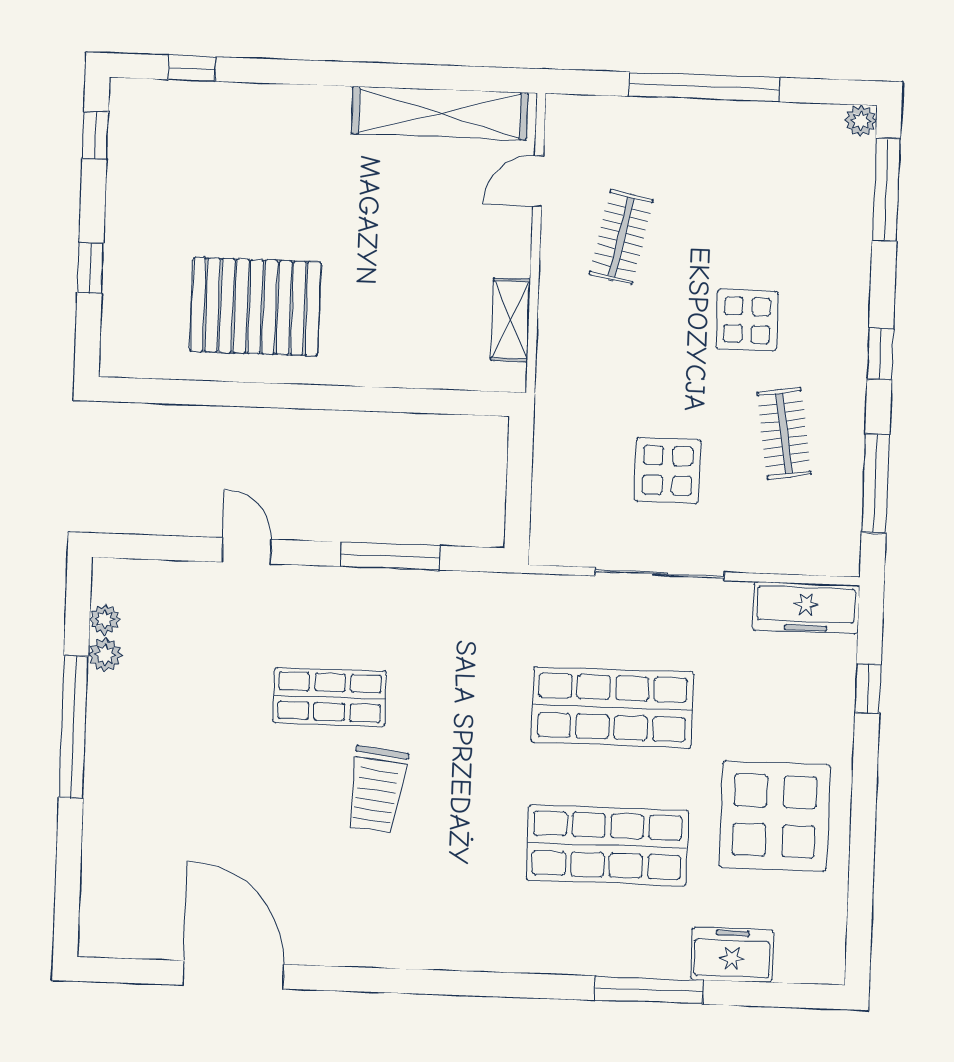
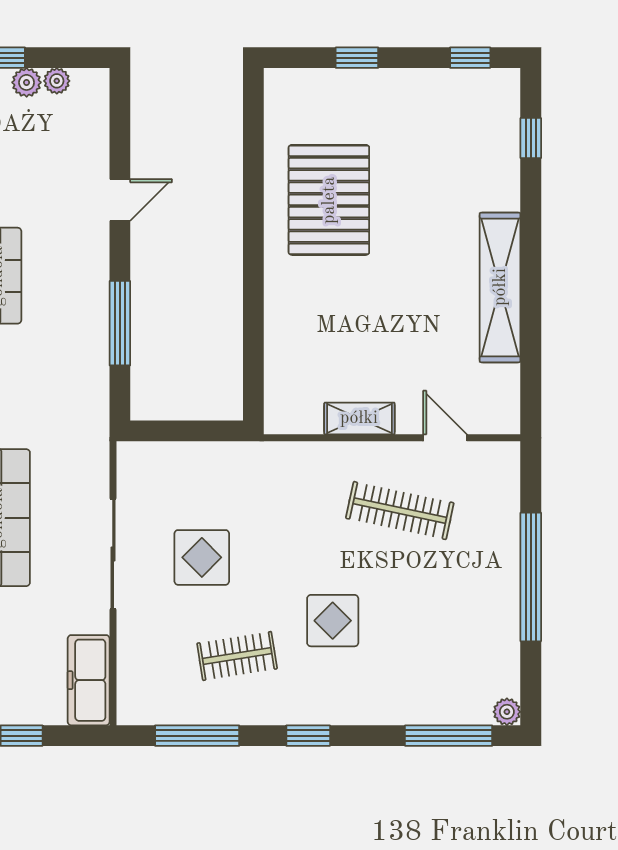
shelving: (440, 113) -> (500, 287), moved
clothes rail: (621, 237) -> (400, 511), width x1.36
shelving: (510, 320) -> (359, 418), moved

